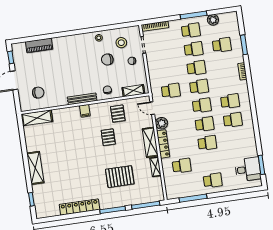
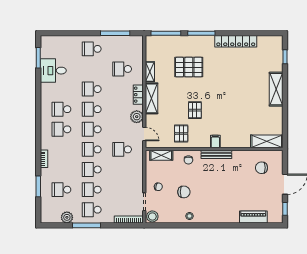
stool: (121, 43) -> (152, 216), moved
locker: (163, 144) -> (138, 95), width x0.66
desk: (248, 169) -> (53, 71), moved

